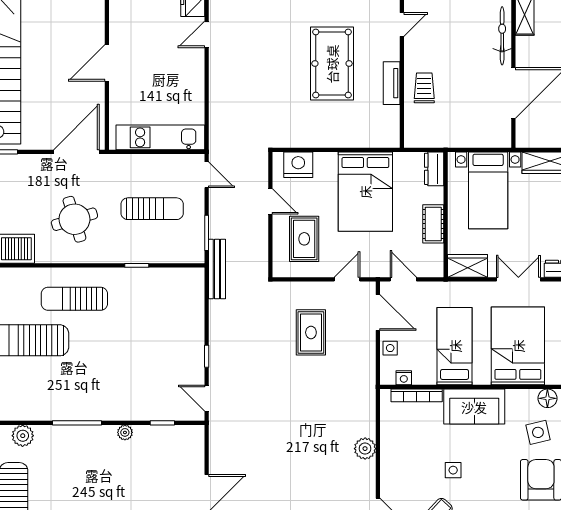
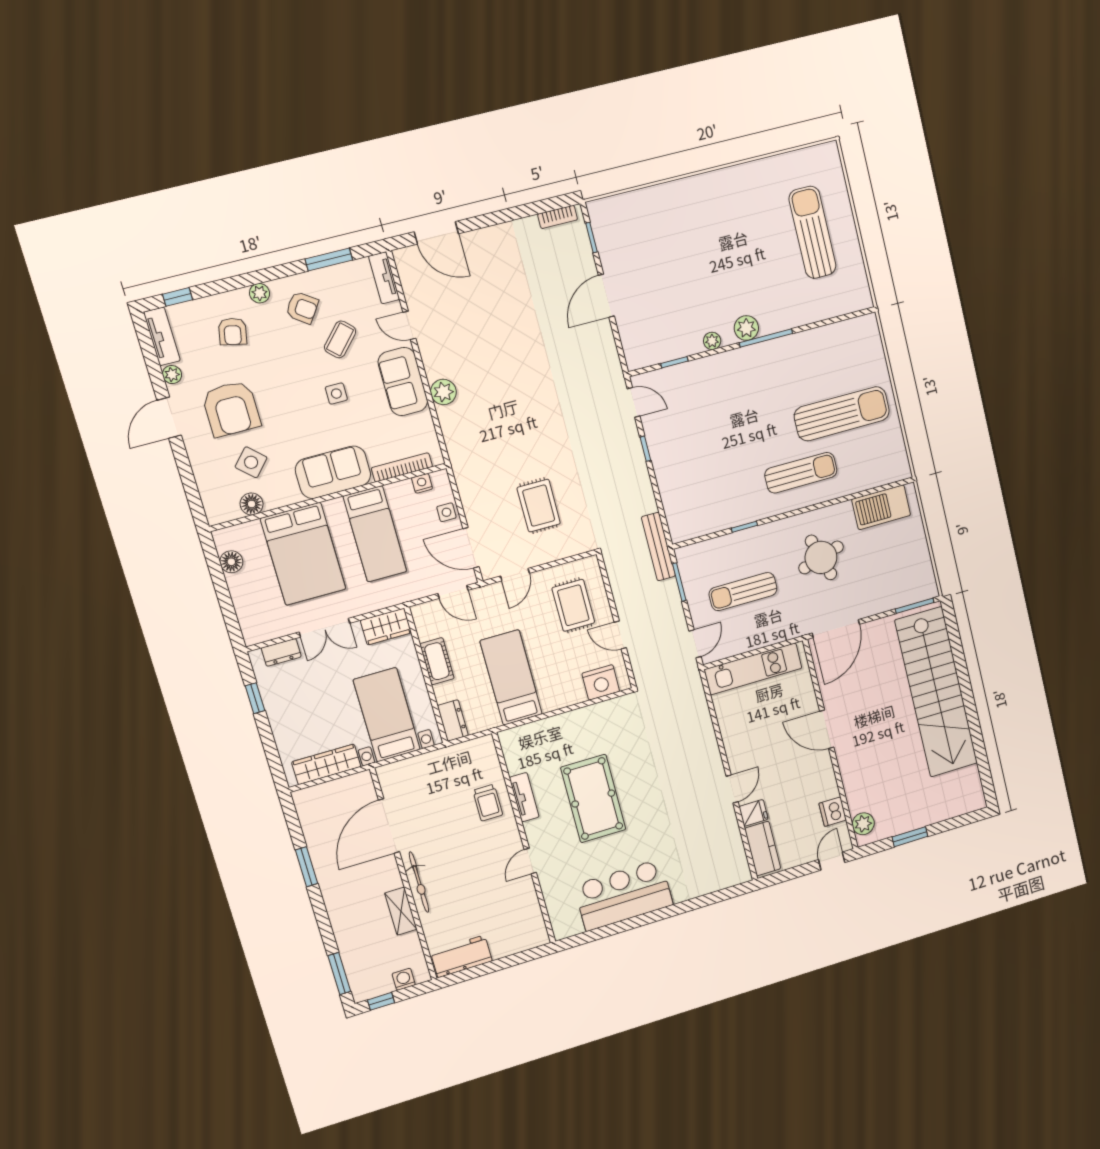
door: (107, 63) -> (827, 729), swing flipped
door: (207, 175) -> (695, 644), swing flipped
bed: (365, 192) -> (511, 677), width x0.67
side table: (538, 432) -> (251, 462), turned -34
plant: (23, 436) -> (746, 328), moved
sofa: (396, 466) -> (403, 382), added

